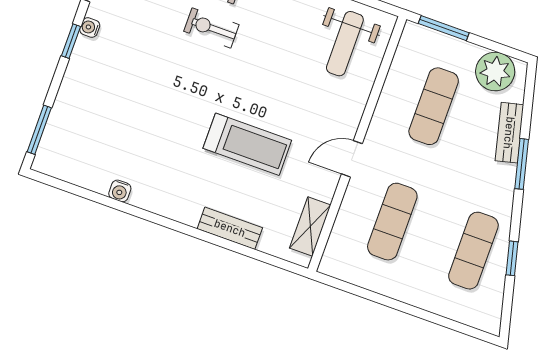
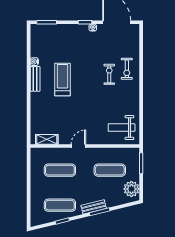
bench: (509, 133) -> (94, 207), moved
treadmill: (247, 144) -> (62, 79), moved, turned 180
door: (352, 159) -> (78, 146), hinge flipped
bench: (230, 228) -> (35, 79), moved

